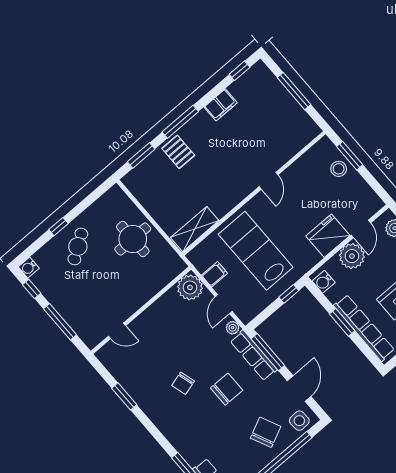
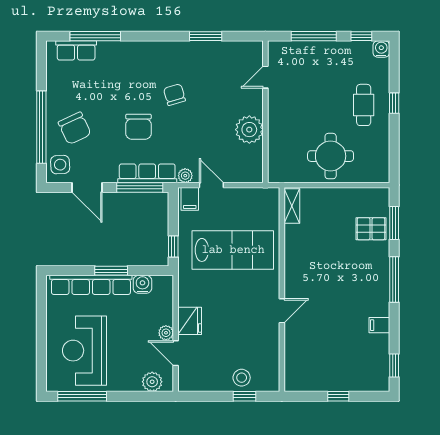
window: (294, 91) -> (338, 396), width x0.46
filing cabinet: (221, 105) -> (379, 325), width x0.50
pallet: (178, 152) -> (371, 229), moved
window: (350, 156) -> (245, 396), width x0.67
door: (268, 181) -> (282, 311), swing flipped
shelving: (195, 229) -> (292, 206), width x0.67, depth x0.75
fridge: (328, 236) -> (190, 321), width x0.73, depth x0.75
cafe table: (78, 246) -> (364, 105), turned 34
plant: (352, 256) -> (166, 333), width x0.53, depth x0.53
filing cabinet: (214, 274) -> (190, 199), moved
water cooler: (324, 282) -> (142, 284), moved
plant: (190, 287) -> (249, 130), moved

